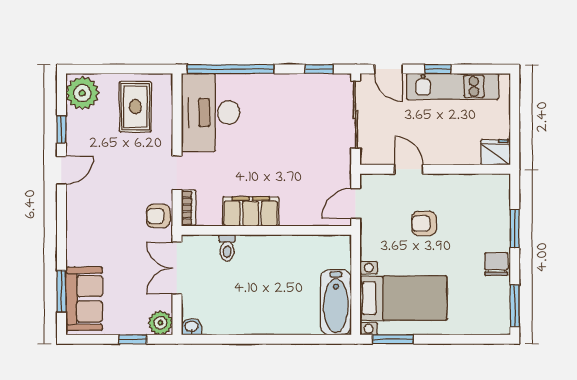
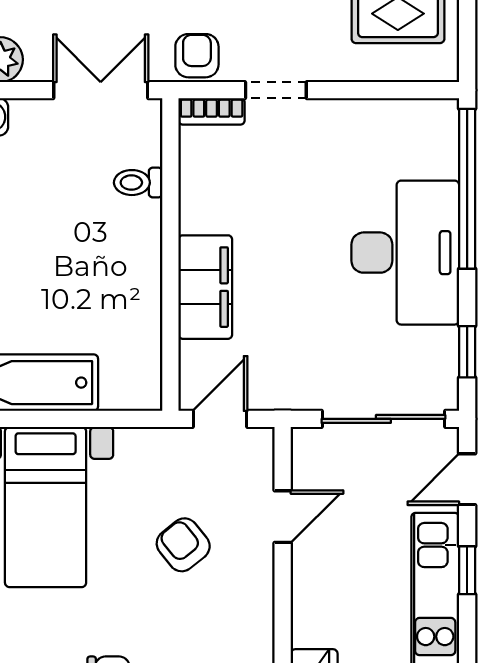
desk: (211, 113) -> (405, 253), moved, turned 90
door: (356, 203) -> (220, 419), hinge flipped
filing cabinet: (251, 211) -> (205, 287), moved
armchair: (424, 223) -> (183, 545), turned -39

